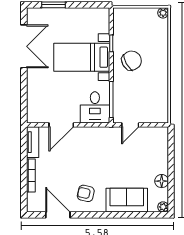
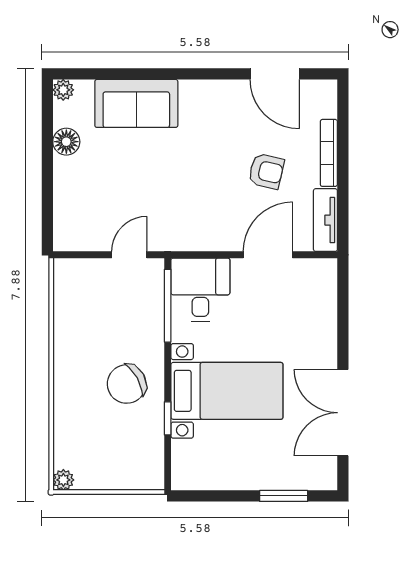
armchair: (86, 193) -> (266, 171), moved

